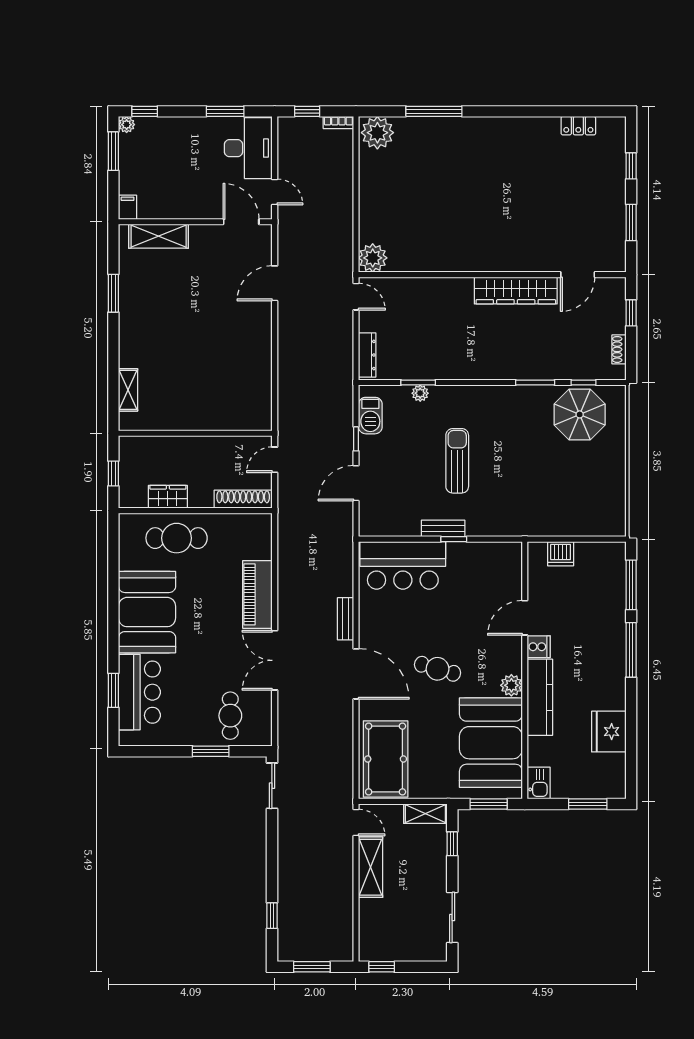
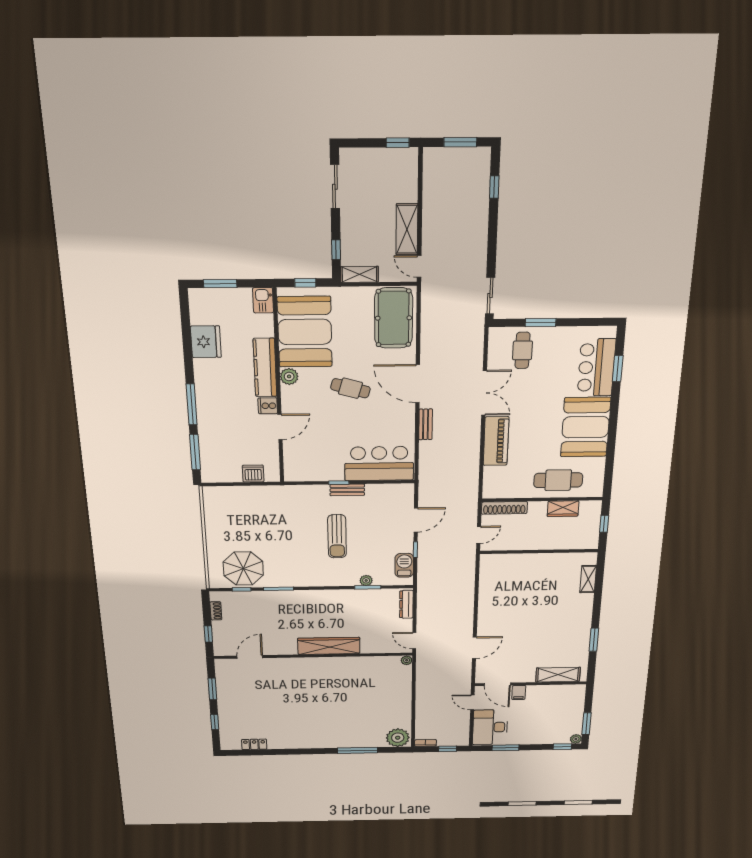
filing cabinet: (128, 207) -> (519, 693), moved
plant: (373, 258) -> (407, 660), width x0.53, depth x0.53
wardrobe: (516, 291) -> (329, 646), moved
window: (489, 804) -> (305, 283), width x0.67

